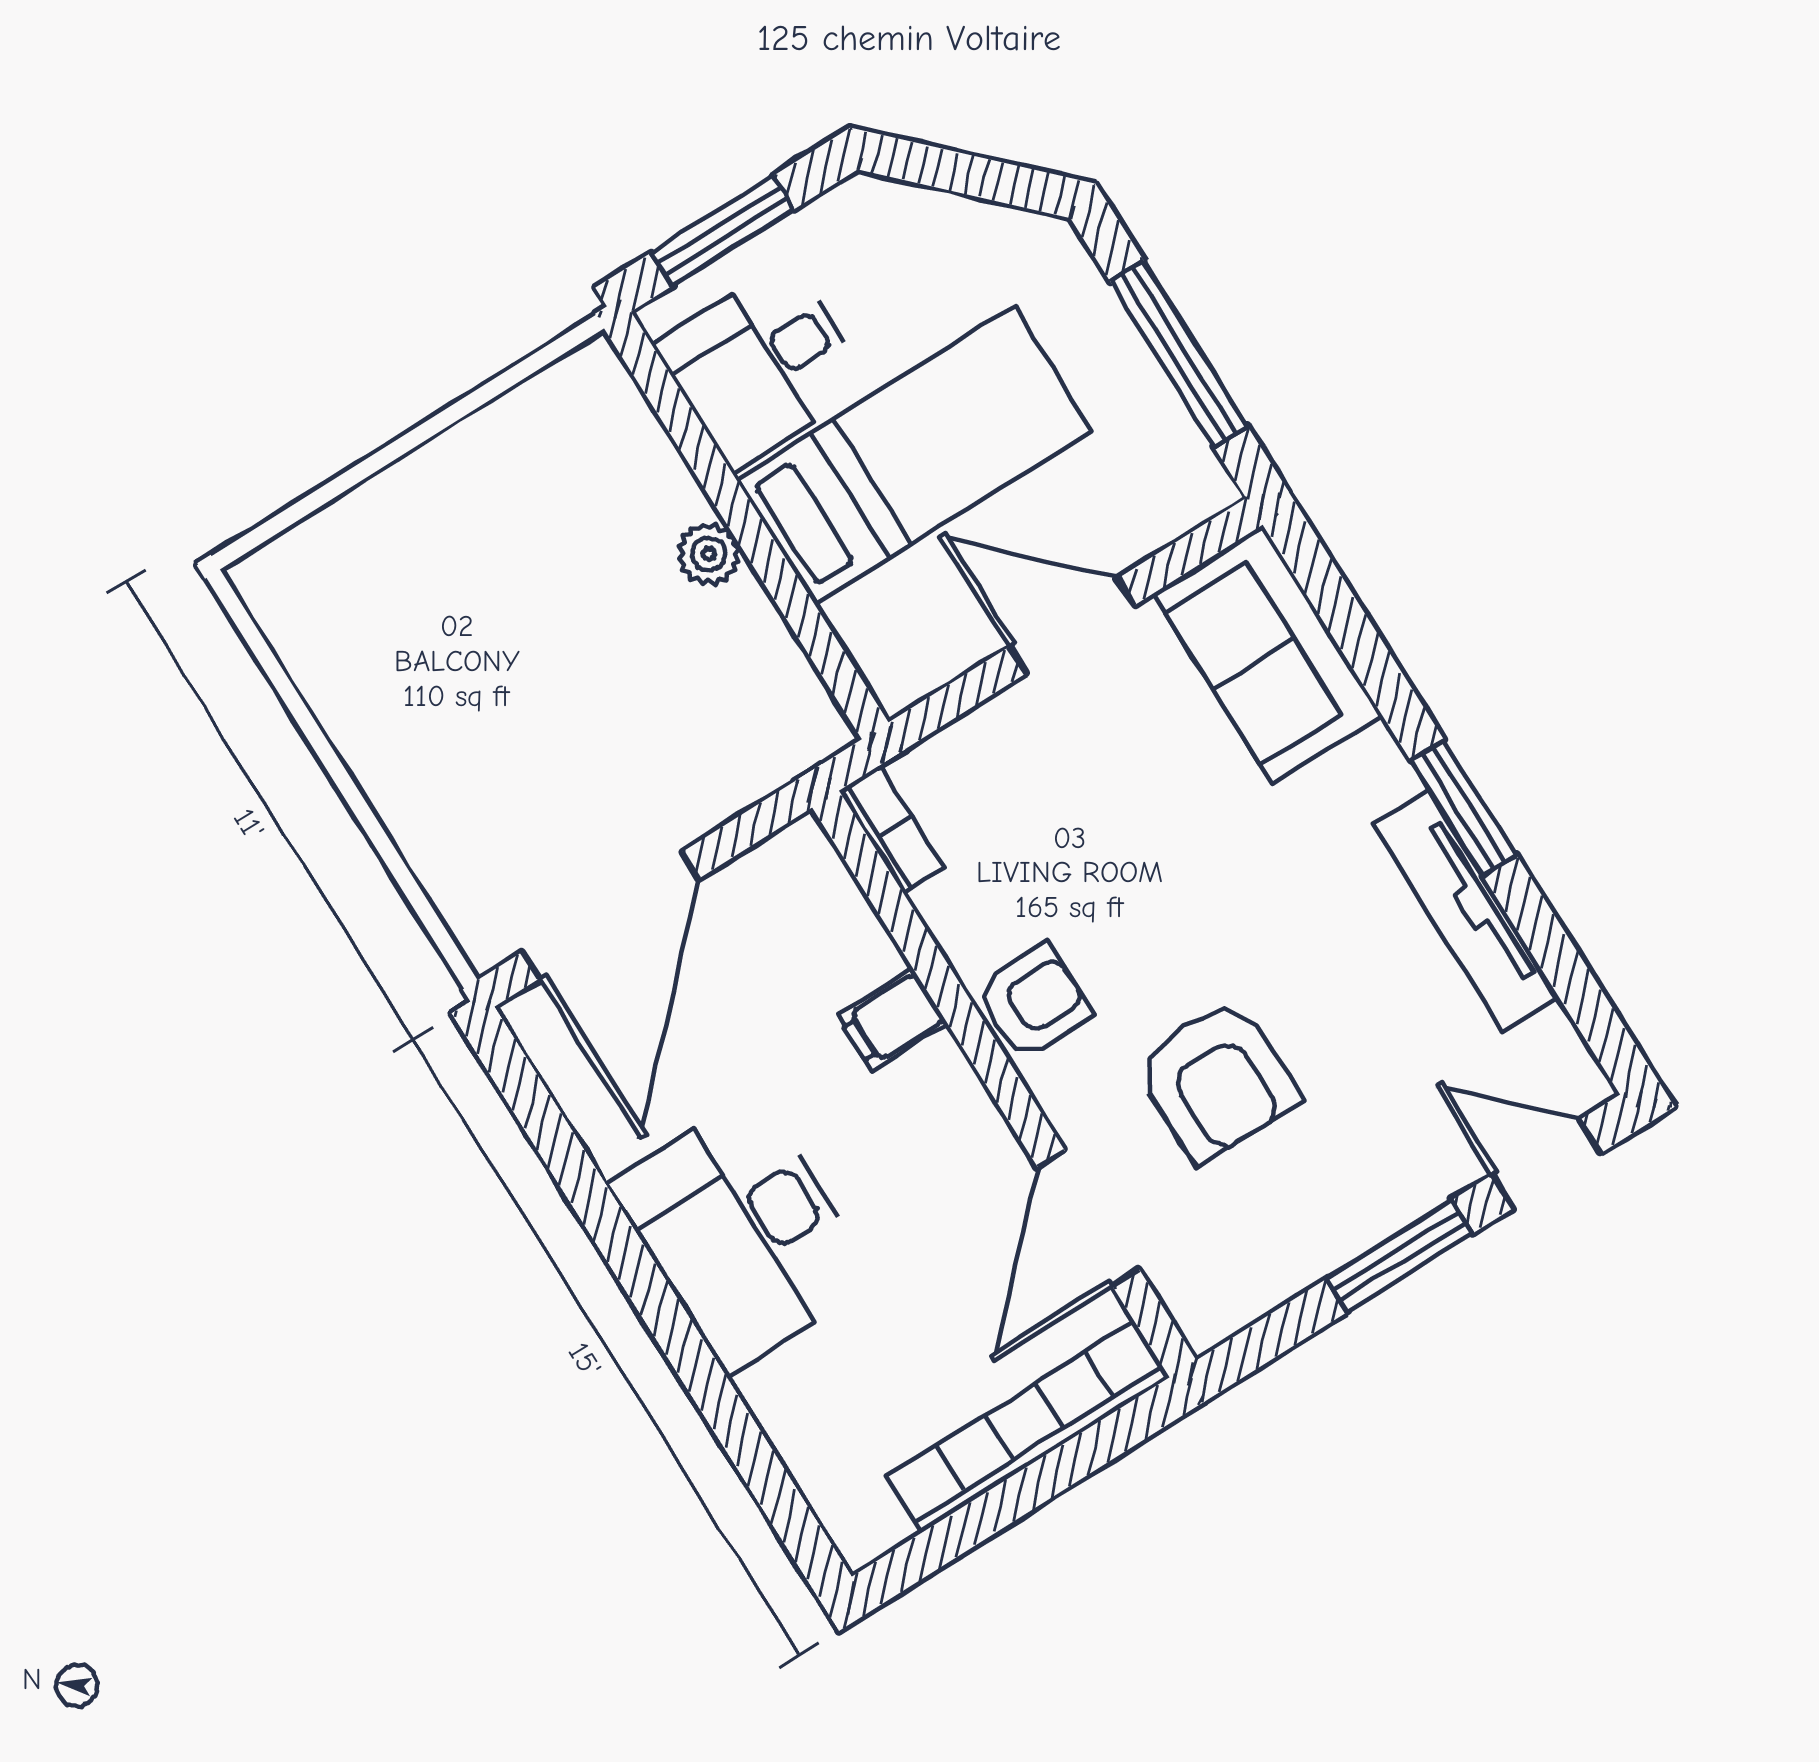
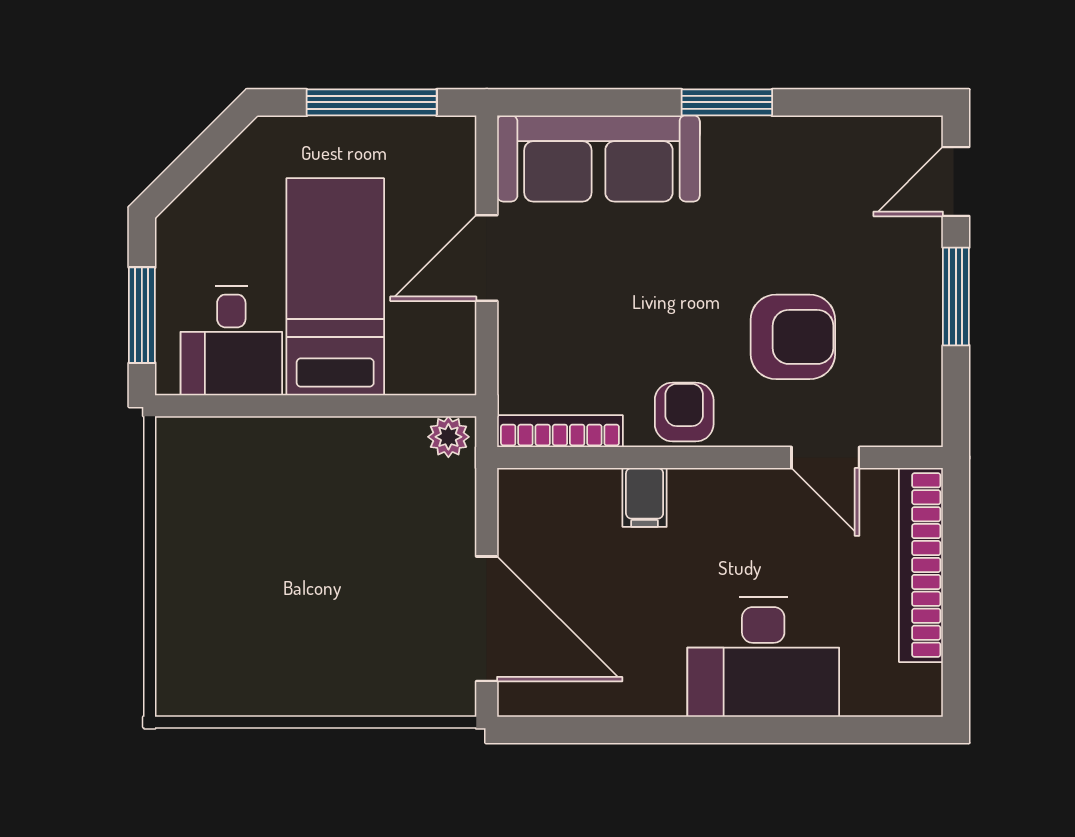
plant: (709, 554) -> (448, 437), moved
sofa: (1268, 654) -> (598, 158), width x1.36
bookcase: (892, 829) -> (560, 431), width x1.56
tv unit: (1466, 911) -> (785, 137), removed
door: (1089, 1219) -> (825, 458), width x0.73
desk: (742, 1233) -> (763, 657), moved

